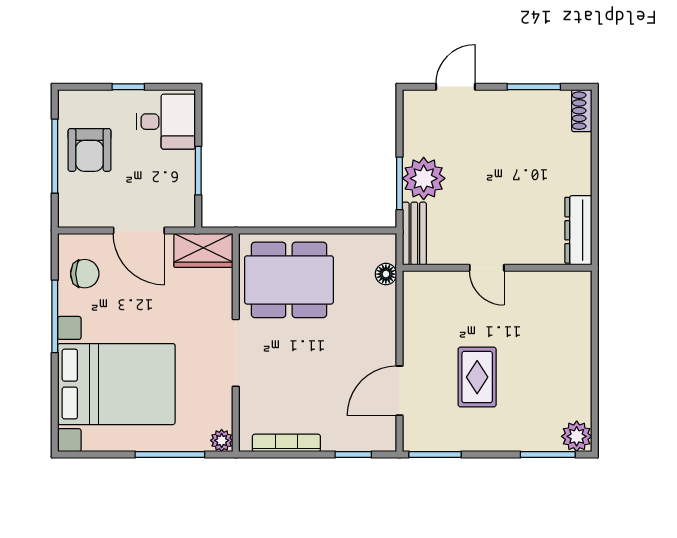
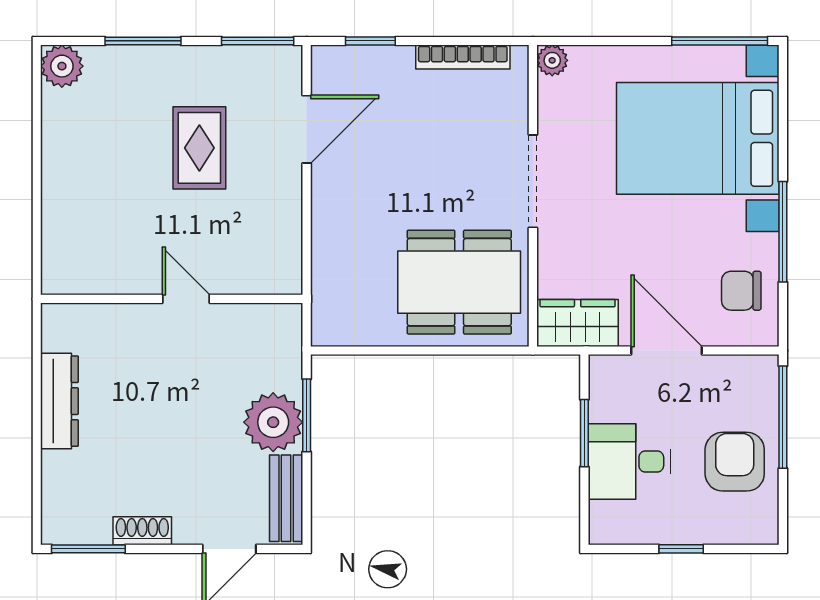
window: (534, 87) -> (88, 549), moved
shoe rack: (582, 111) -> (142, 531), moved, turned -90
desk: (166, 122) -> (629, 462), moved
window: (55, 156) -> (783, 417), moved
dresser: (578, 230) -> (59, 401), moved
bench: (414, 233) -> (286, 498), moved
floor lamp: (386, 274) -> (325, 290), removed
window: (170, 455) -> (720, 41), moved
window: (548, 455) -> (143, 41), moved

